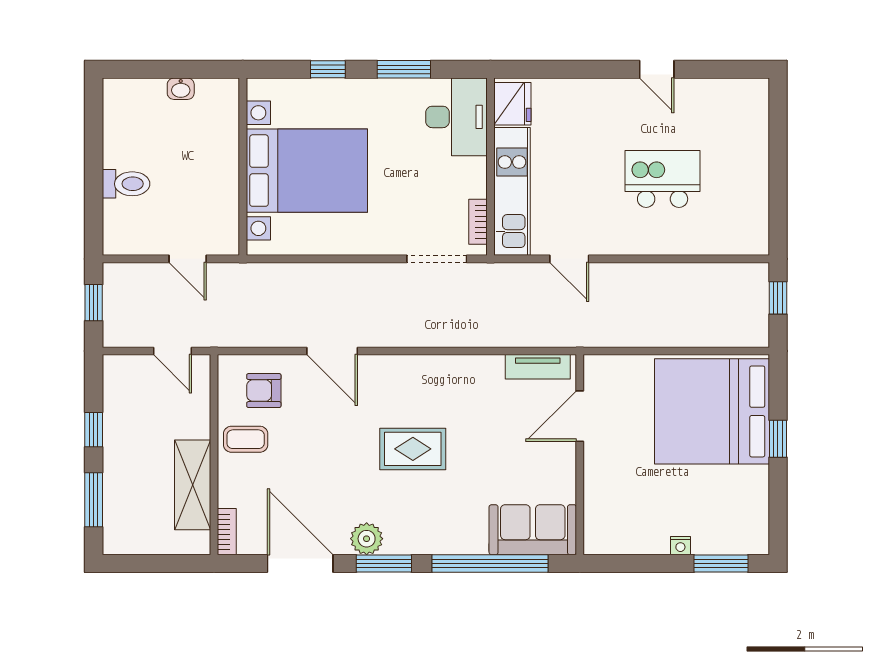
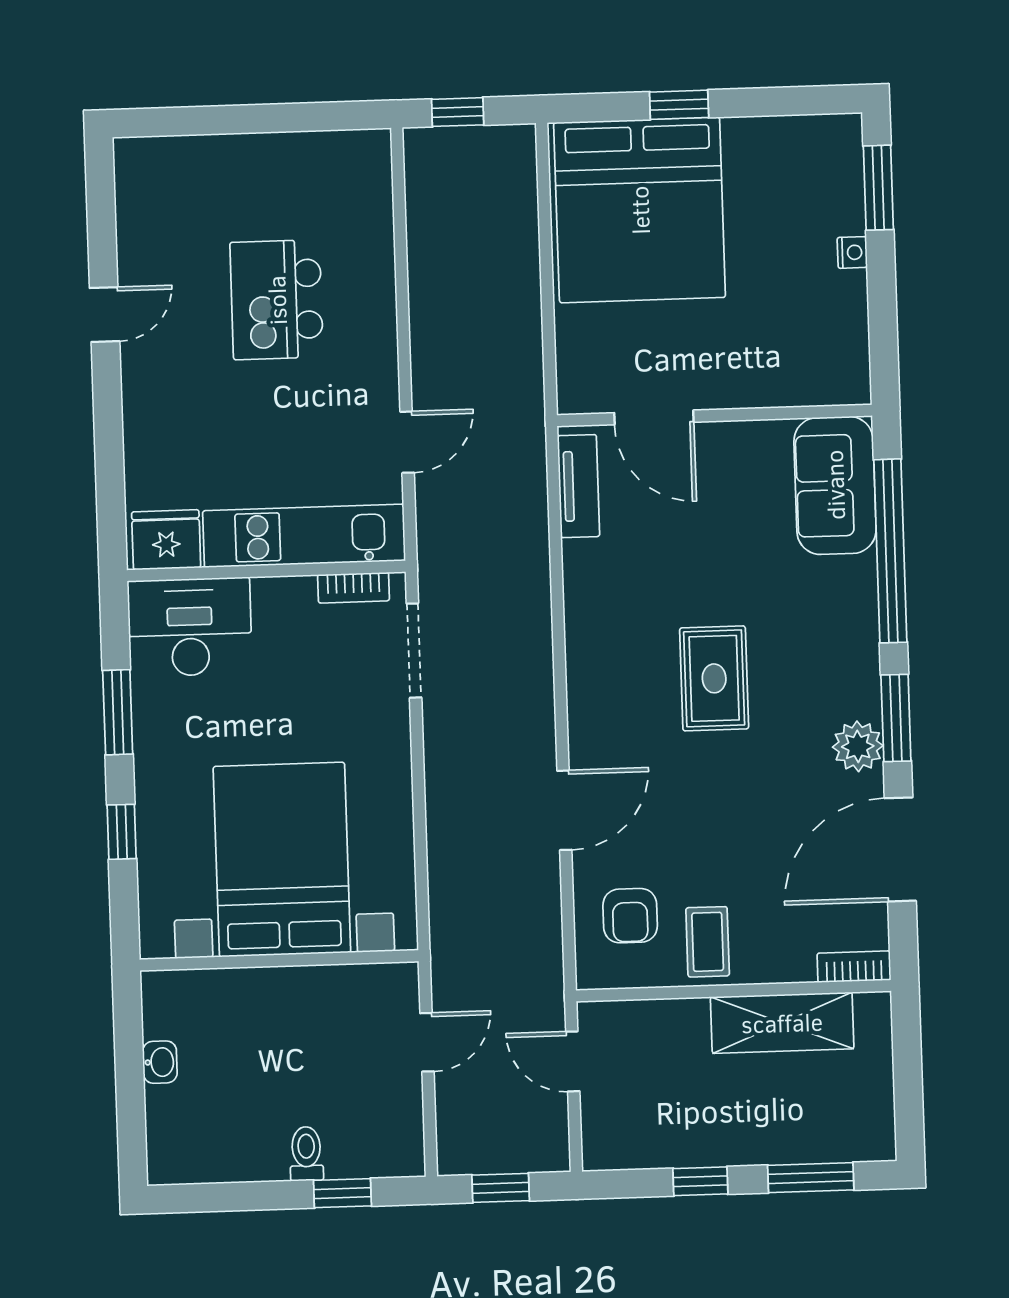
toilet: (126, 184) -> (306, 1154), width x0.73, depth x0.72
window: (94, 202) -> (342, 1193), added
door: (172, 351) -> (573, 1061), swing flipped

